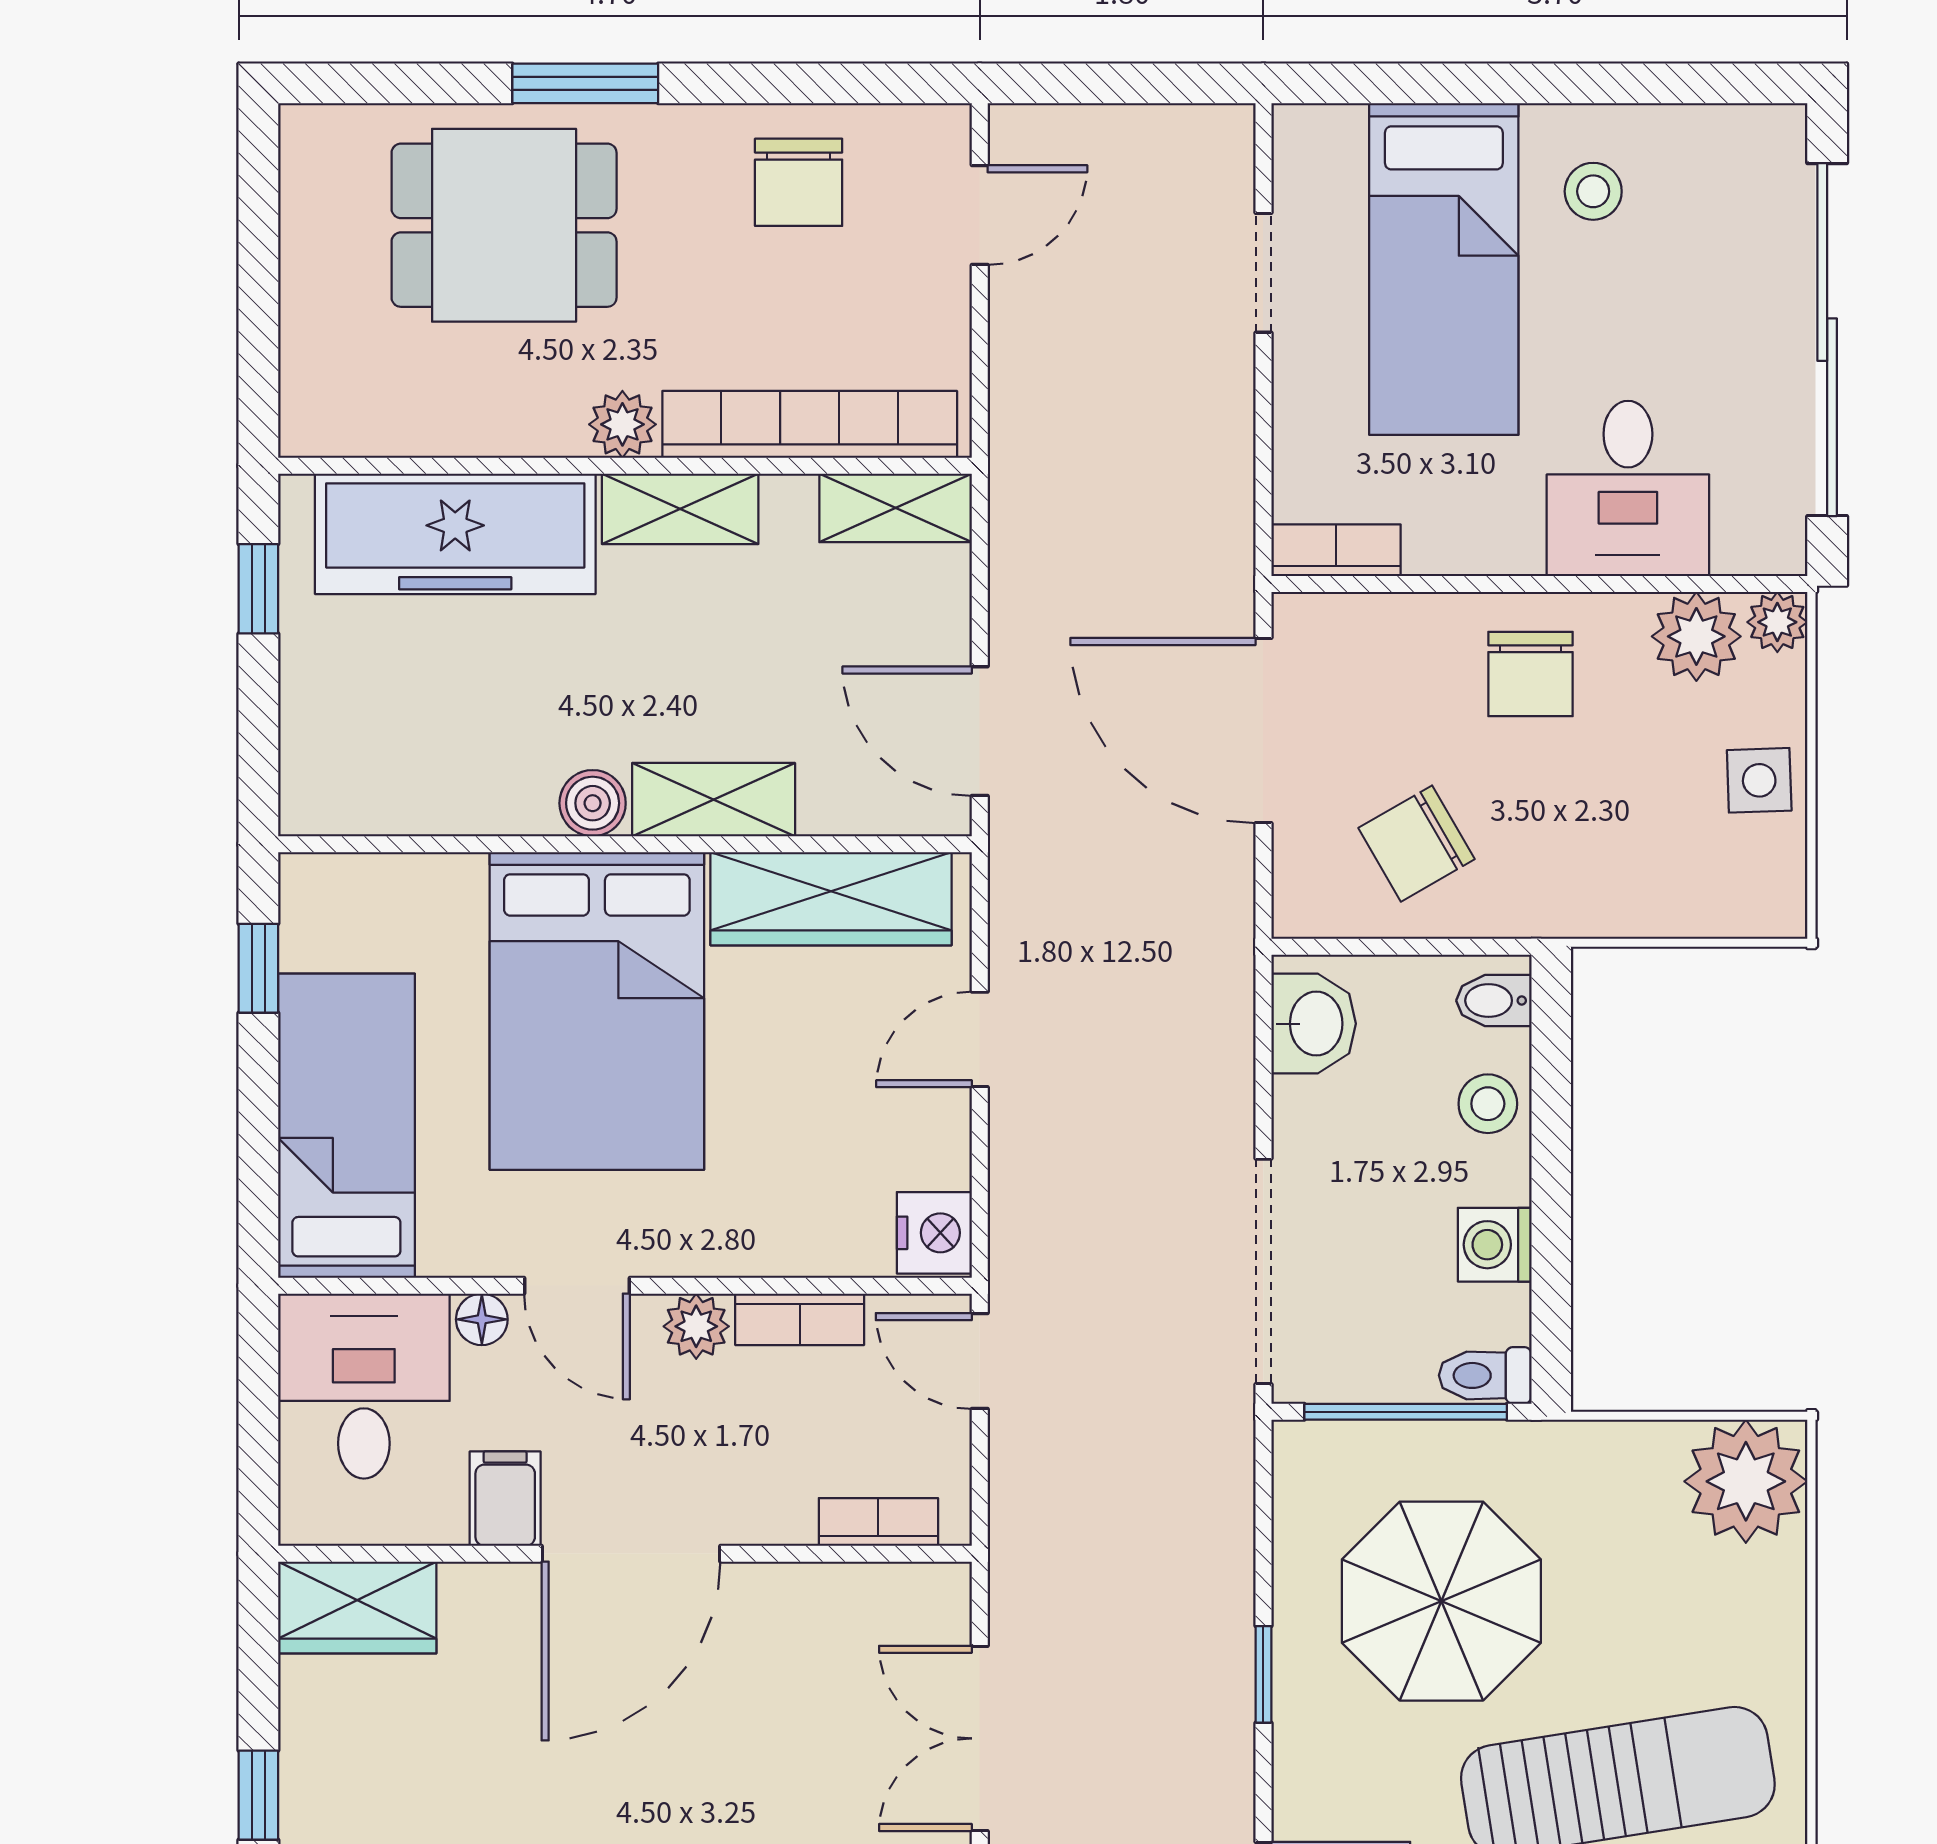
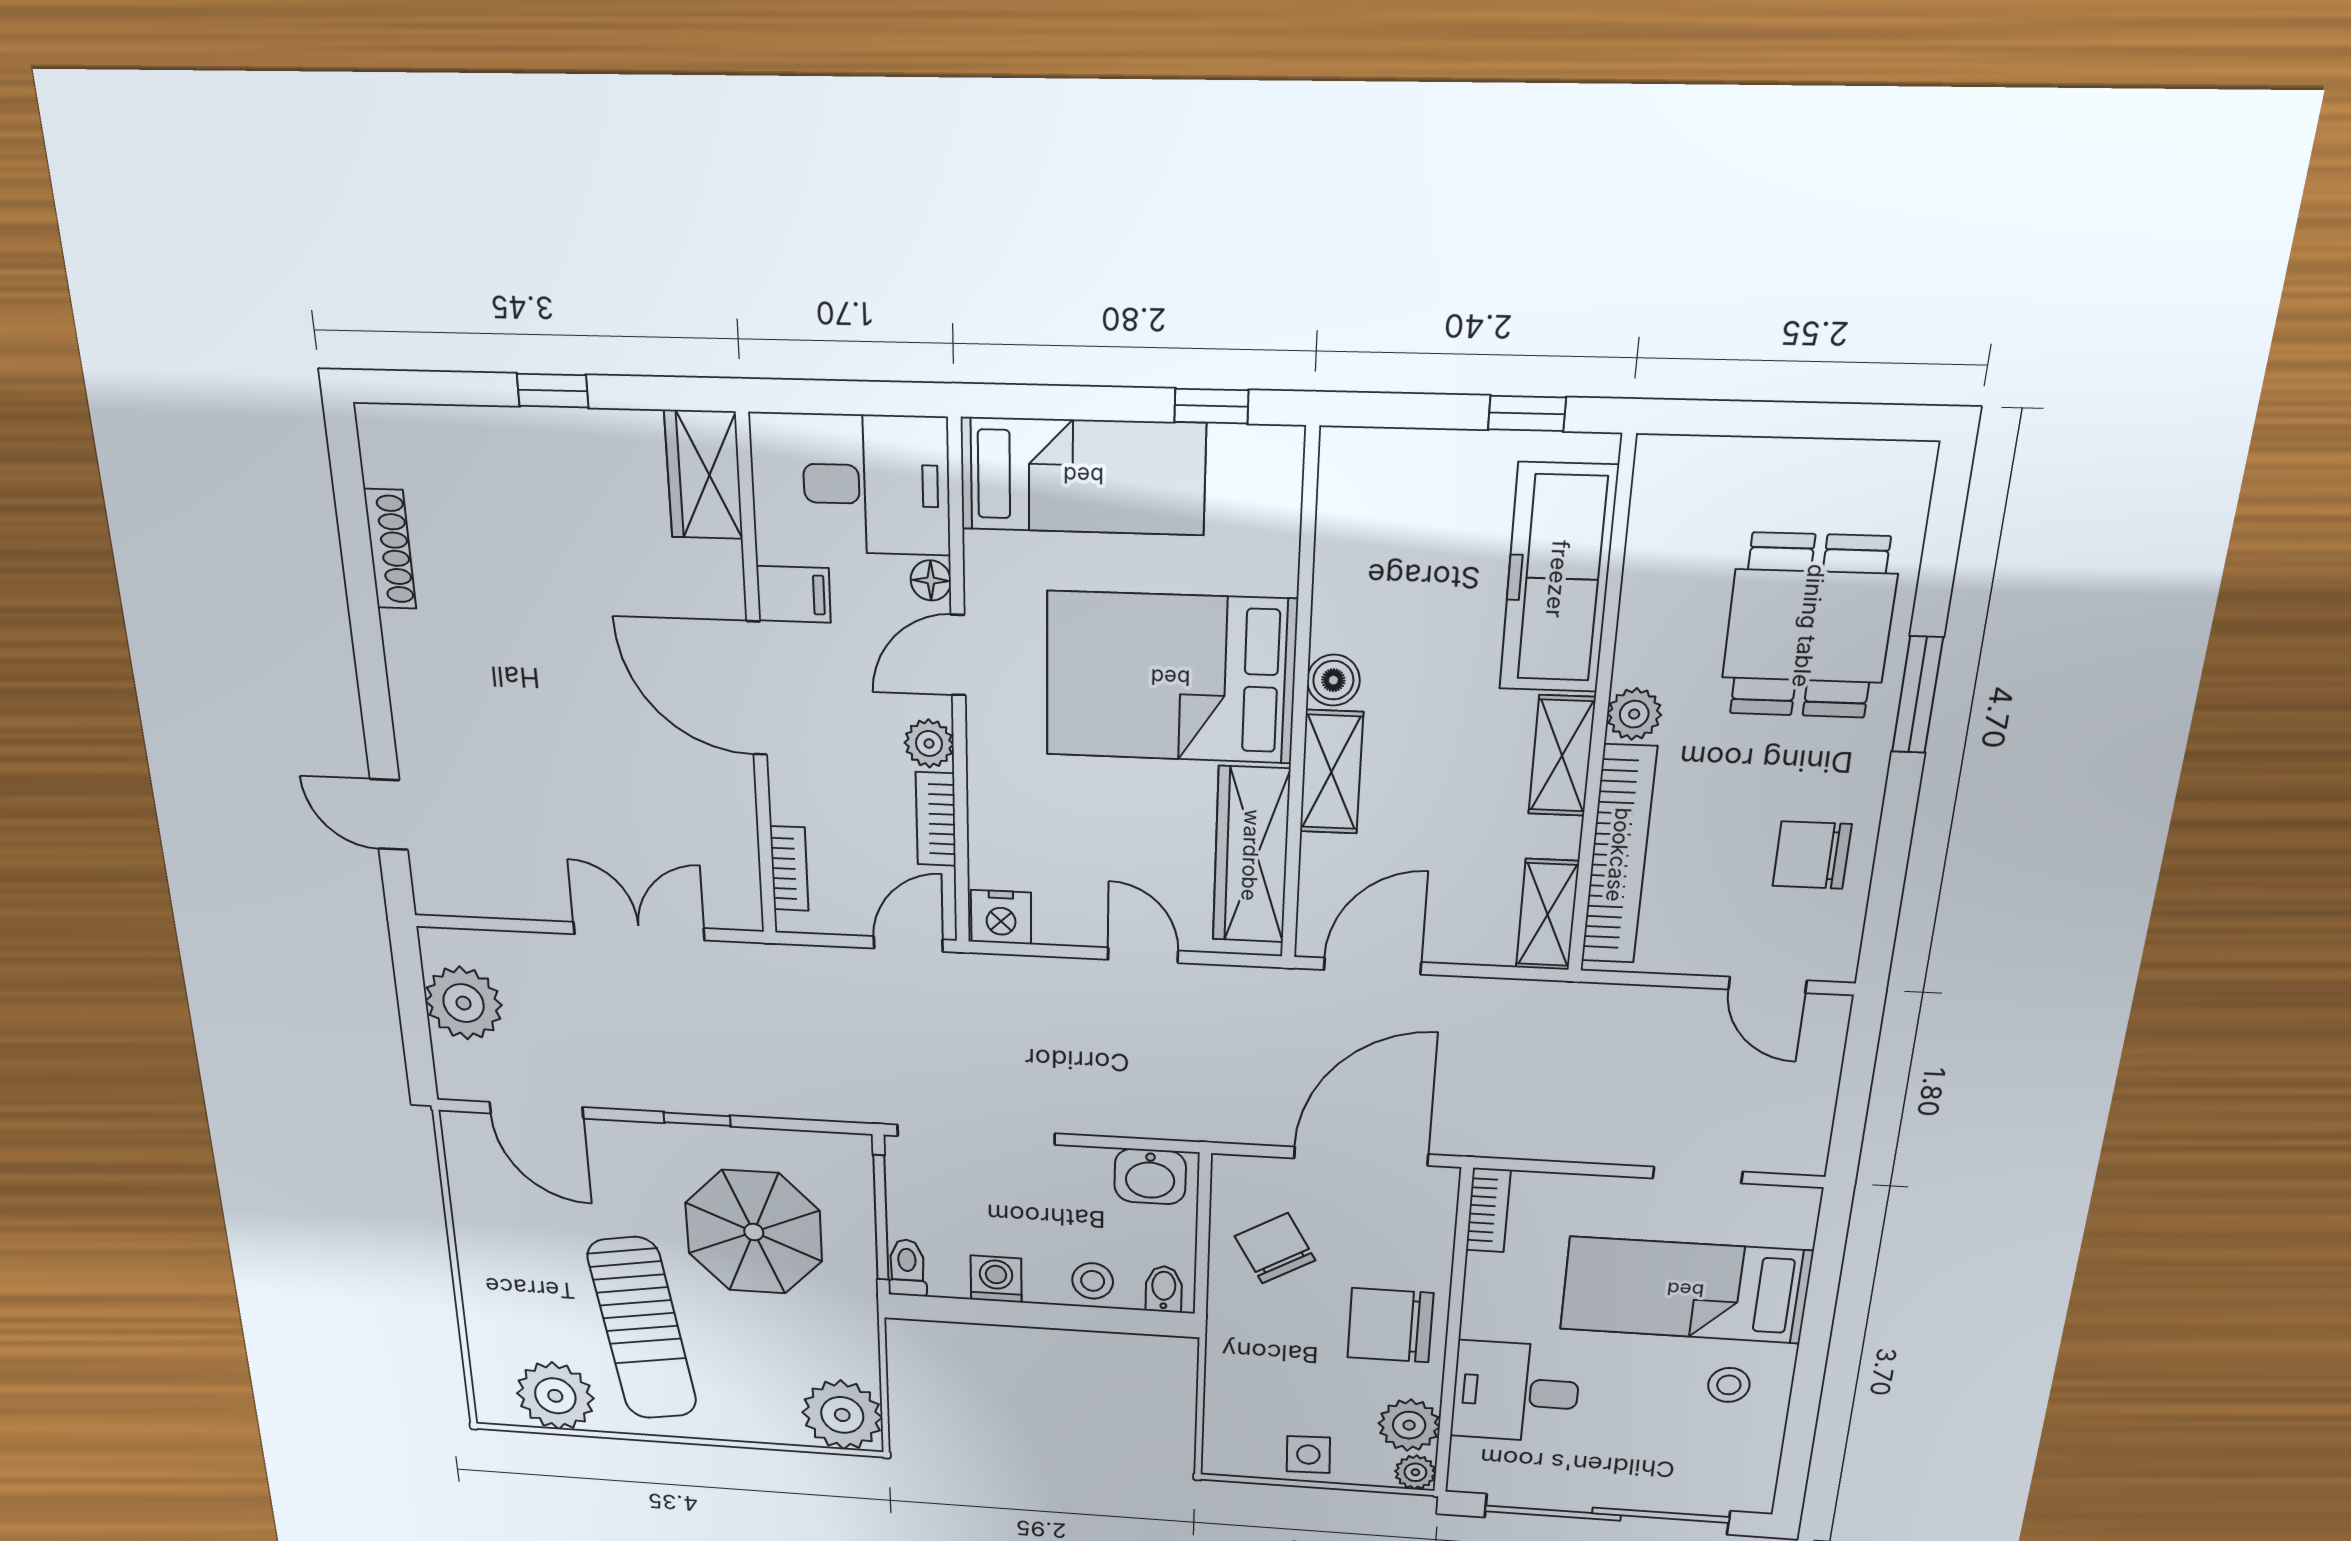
chair: (1530, 674) -> (1390, 1325), width x1.37, depth x1.37

